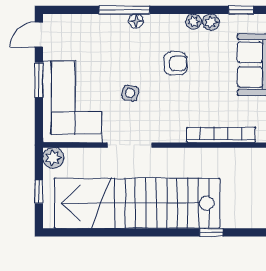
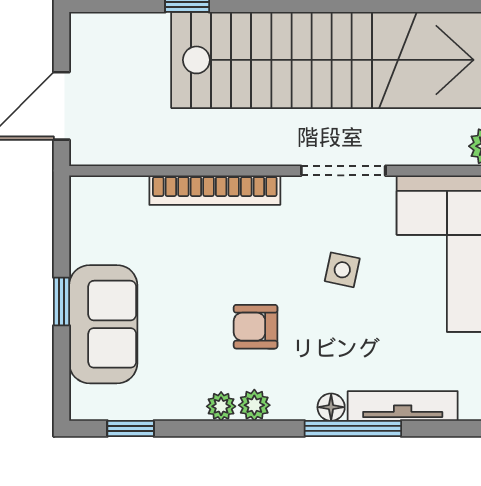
tv unit: (98, 22) -> (403, 406), added
plant: (211, 22) -> (254, 405), moved
bookcase: (221, 135) -> (215, 190), moved

